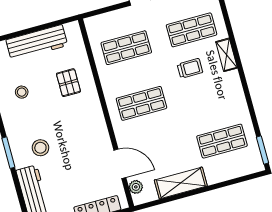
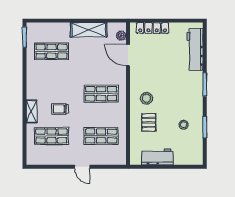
workbench: (37, 43) -> (158, 157), width x0.73
stool: (40, 148) -> (146, 98), moved

